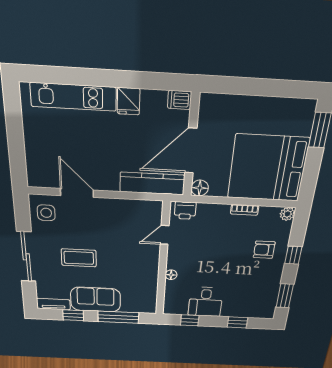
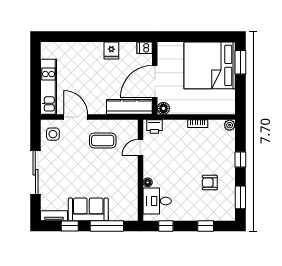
kitchen unit: (73, 97) -> (48, 87), moved, turned -90
bed: (268, 168) -> (210, 65), moved
armchair: (264, 250) -> (210, 183), moved
coffee table: (79, 258) -> (103, 140), moved
desk: (205, 302) -> (157, 201), moved, turned 90

